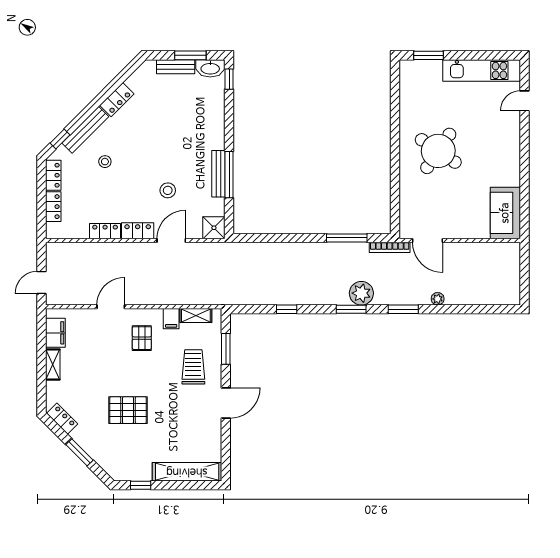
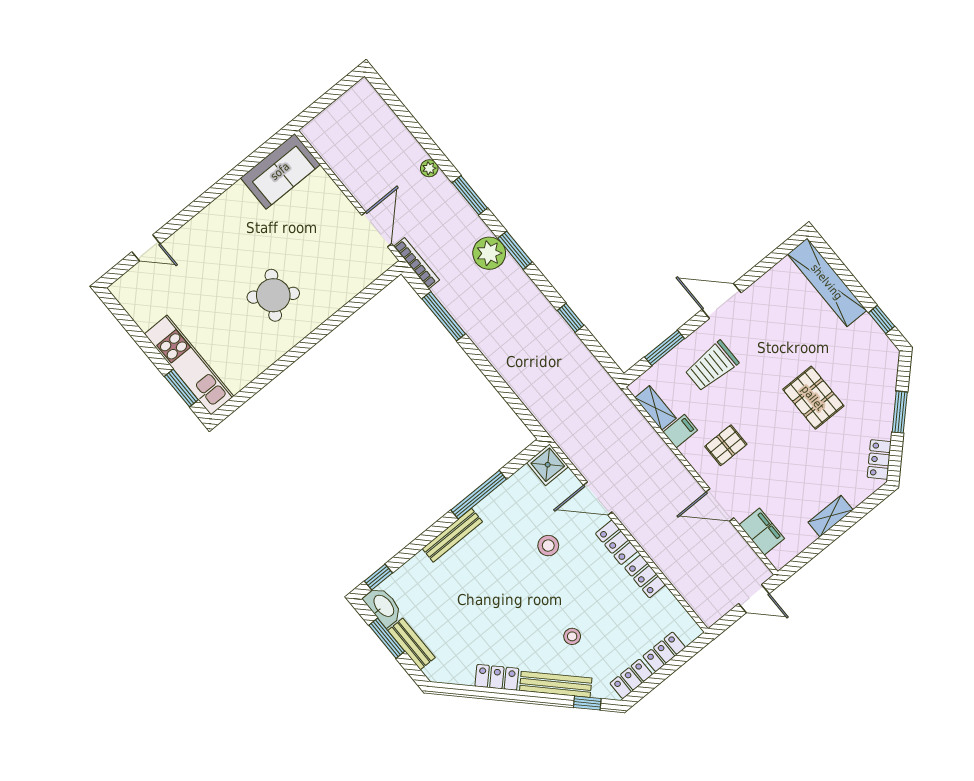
kitchen unit: (482, 70) -> (189, 365), moved
round table: (438, 151) -> (273, 295), width x0.73, depth x0.73
bench: (218, 174) -> (452, 535), moved
filing cabinet: (55, 333) -> (762, 532), moved, turned 90

